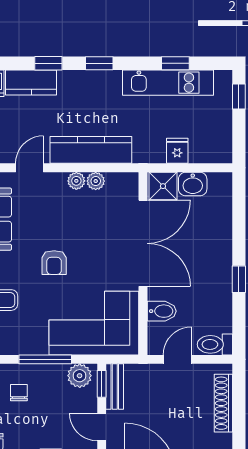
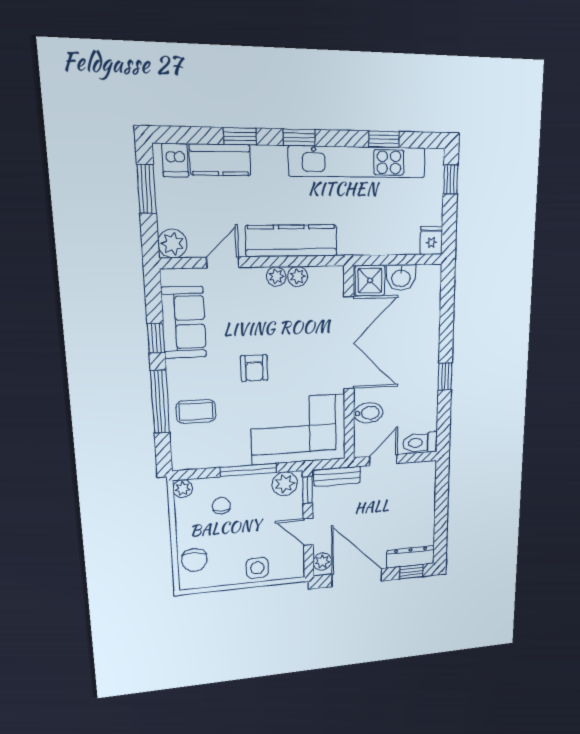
kitchen unit: (168, 83) -> (358, 162), width x1.36
fridge: (177, 151) -> (431, 240), moved
bench: (115, 387) -> (337, 476), moved, turned 90
shoe rack: (223, 403) -> (427, 498), removed

